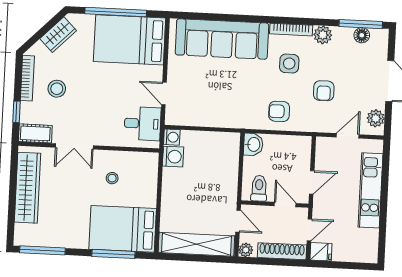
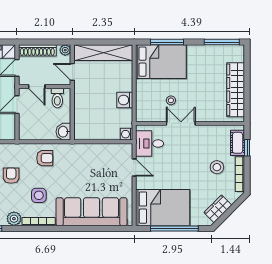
cot: (35, 133) -> (238, 143), moved, turned 90
double door: (74, 146) -> (181, 123), moved
washing machine: (173, 157) -> (125, 100), moved

